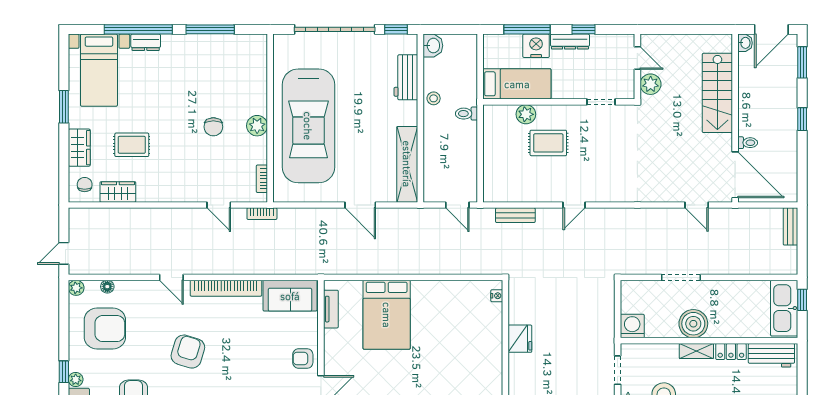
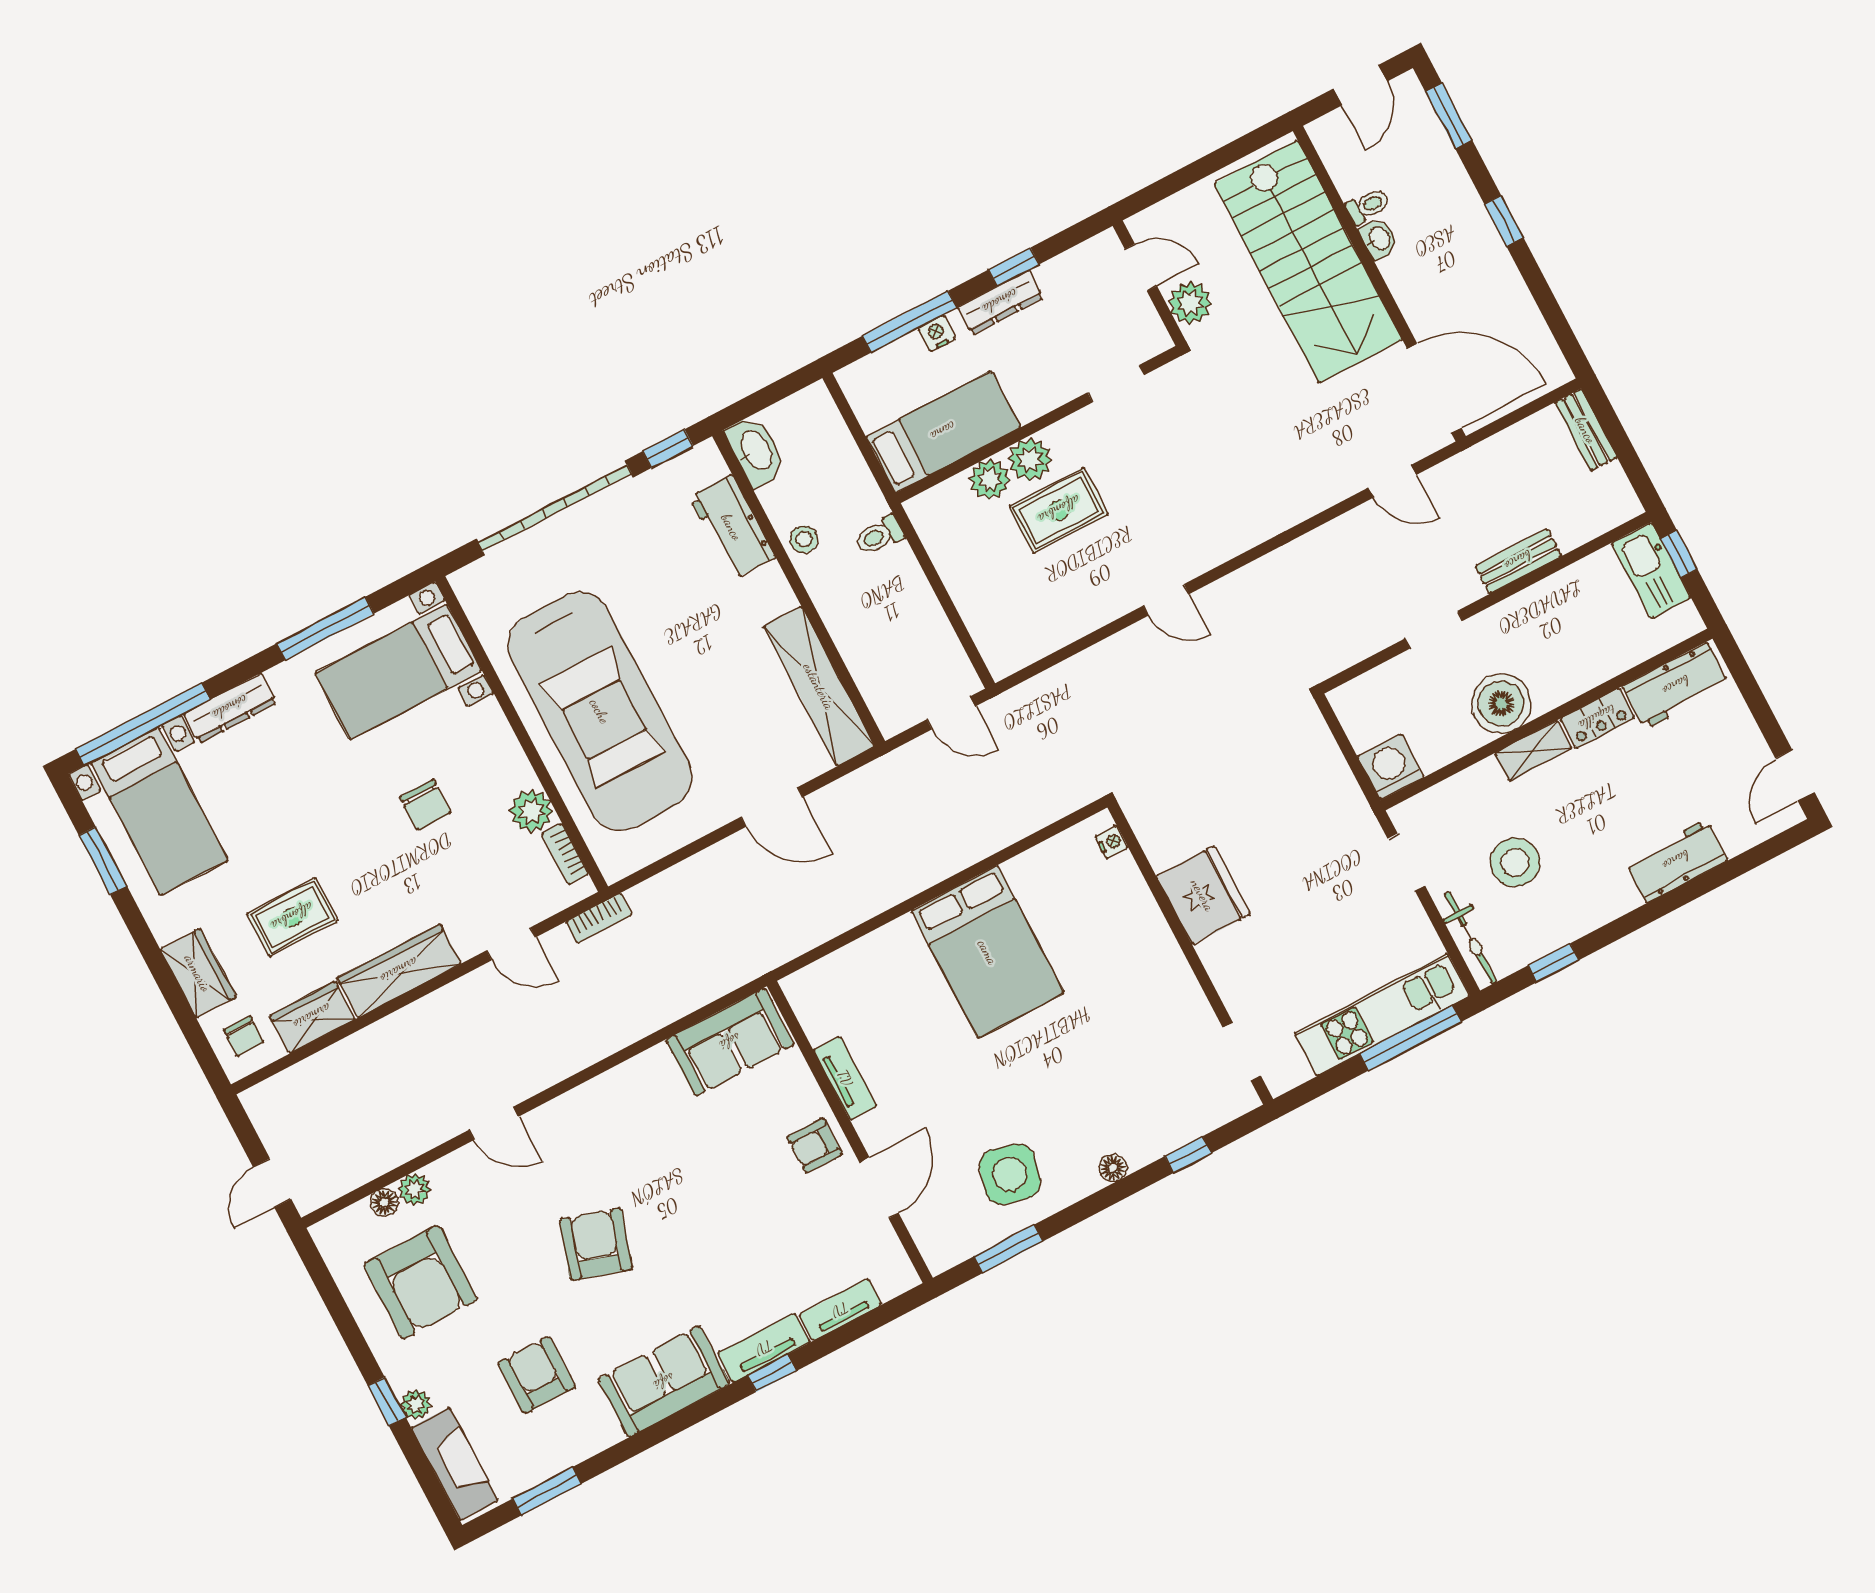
window: (138, 29) -> (143, 724), moved
door: (771, 29) -> (1360, 85), width x0.73
dresser: (146, 42) -> (230, 708), width x1.44
washbasin: (745, 43) -> (1379, 239), moved
washbasin: (433, 46) -> (756, 451), width x1.38
nightstand: (536, 46) -> (937, 333), width x0.53, depth x0.56
bed with nightstands: (232, 64) -> (398, 672), added
stairs: (717, 93) -> (1308, 262), width x1.36, depth x1.51
window: (64, 107) -> (103, 861), moved
plant: (547, 115) -> (1030, 460), added
plant: (257, 126) -> (531, 811), moved
toilet: (748, 143) -> (1368, 206), moved
chair: (85, 185) -> (244, 1036), turned 180
wardrobe: (165, 191) -> (399, 971), added
door: (574, 205) -> (1166, 600), hinge flipped
bench: (515, 215) -> (1518, 561), moved
doorway: (681, 277) -> (1434, 630), width x0.73
plant: (76, 288) -> (415, 1189), moved
bookcase: (226, 288) -> (605, 1090), removed
kitchen sink: (784, 308) -> (1651, 570), width x0.73, depth x0.81
tv unit: (331, 309) -> (845, 1078), moved
bed: (387, 315) -> (988, 952), moved
armchair: (105, 329) -> (421, 1282), turned 90
fridge: (520, 339) -> (1203, 895), width x1.36, depth x1.34

